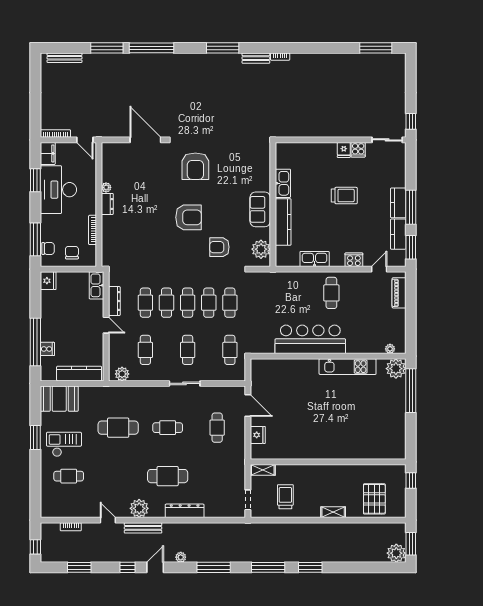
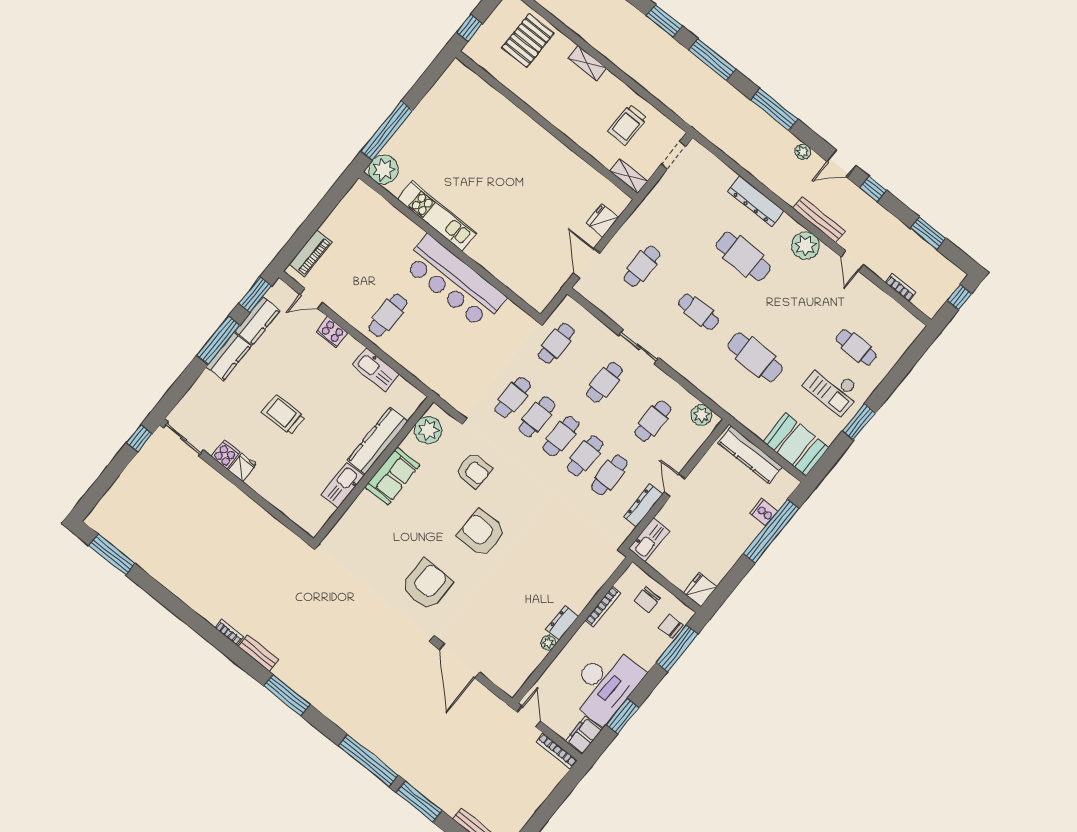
plant: (390, 349) -> (372, 198), removed

